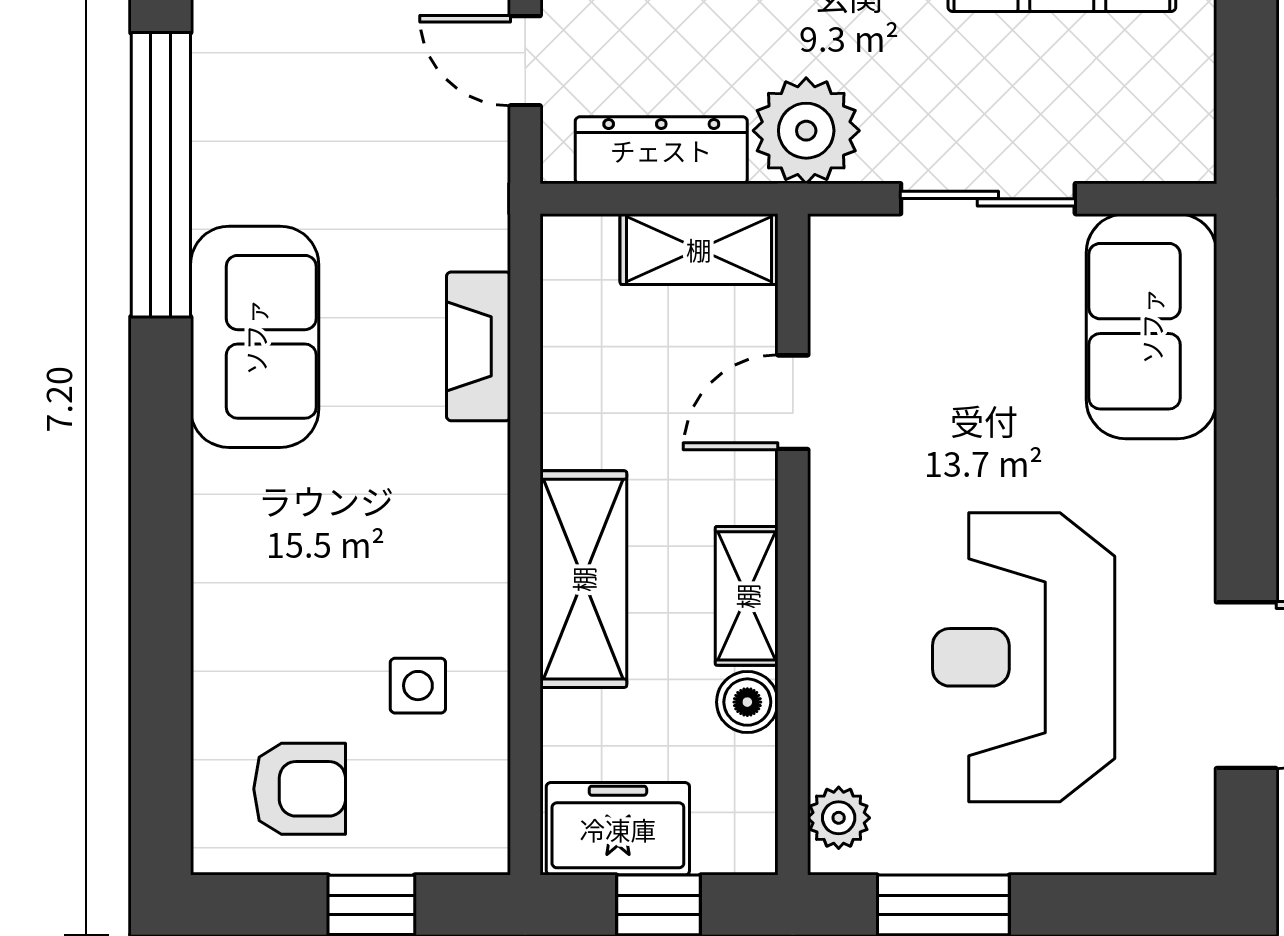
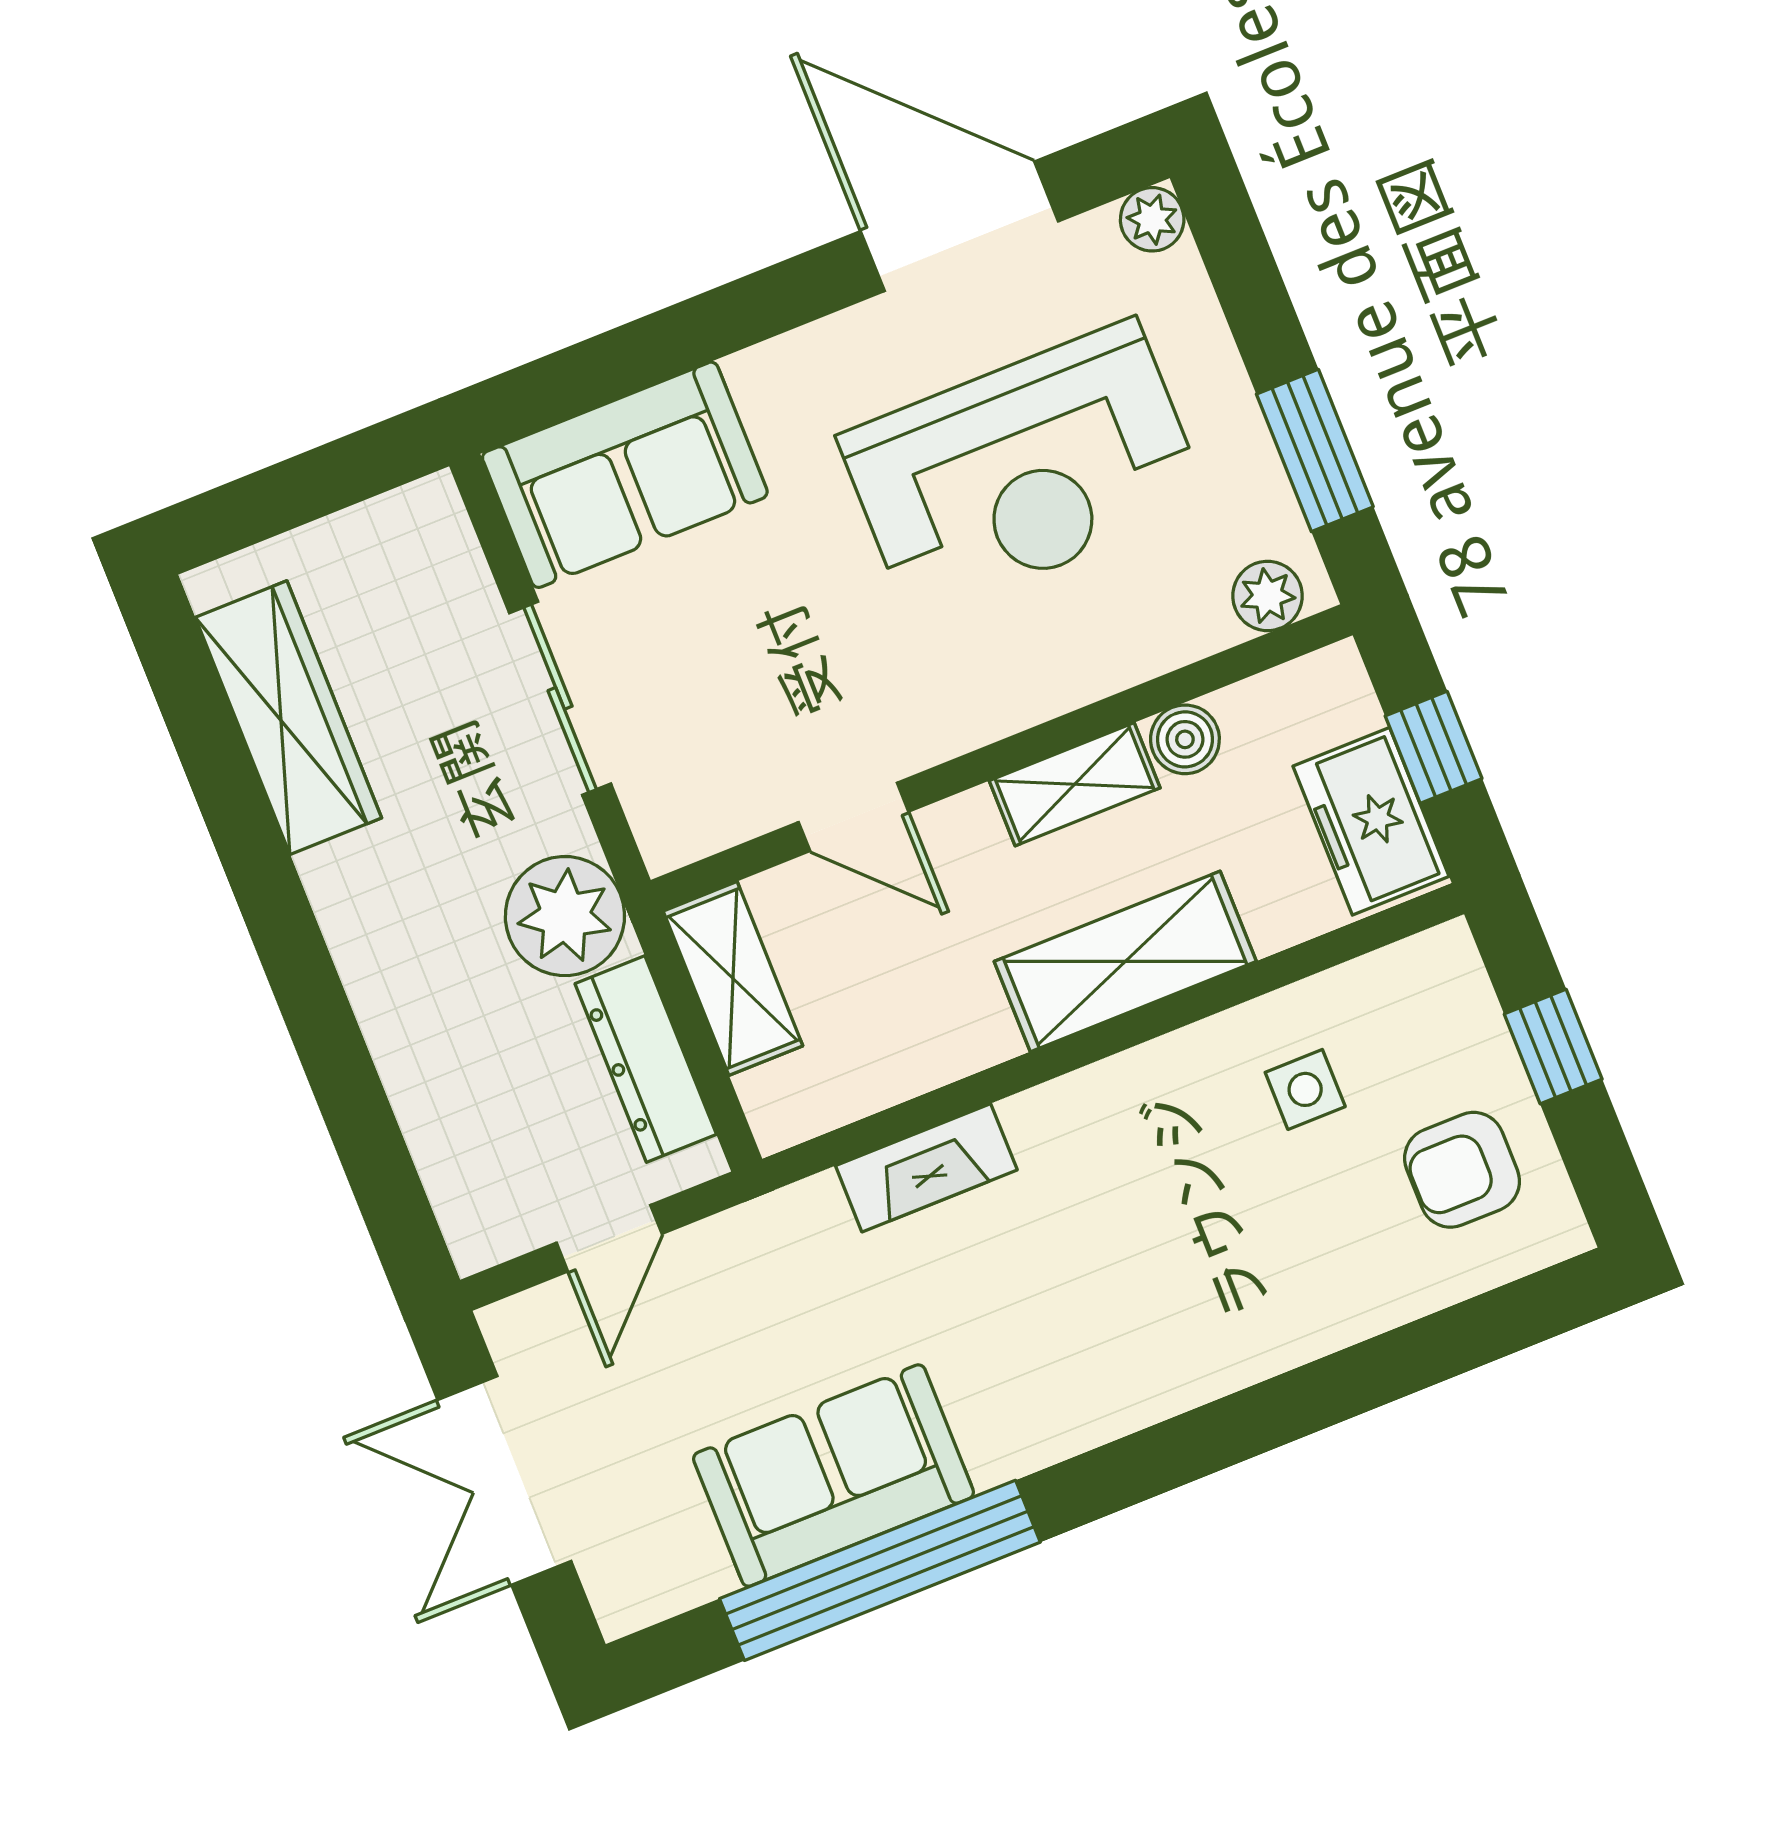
sofa: (255, 337) -> (834, 1476), moved
armchair: (300, 789) -> (1462, 1170), turned -90
plant: (1188, 847) -> (1152, 219), added

